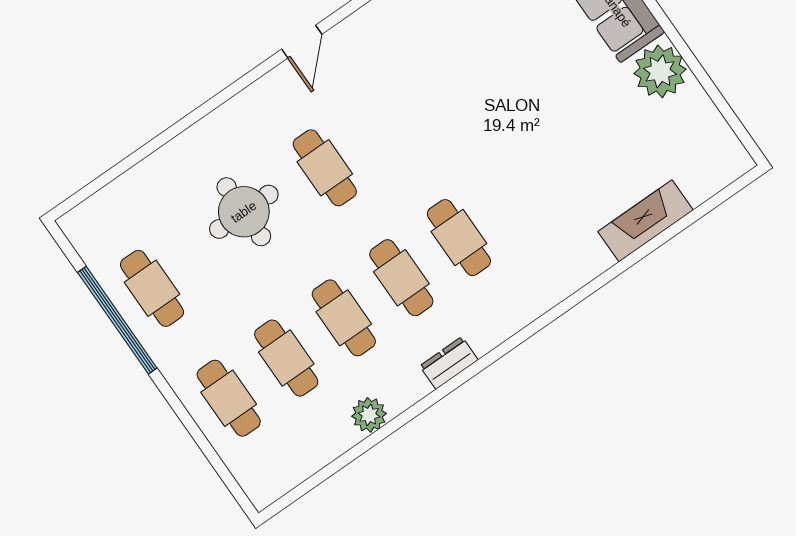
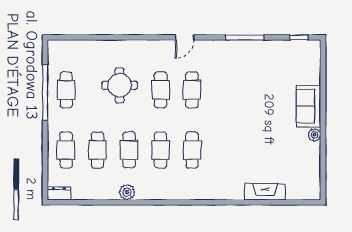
plant: (660, 71) -> (314, 135), width x0.53, depth x0.53
cafe table: (382, 128) -> (192, 90), added
dresser: (449, 363) -> (59, 194), moved
plant: (369, 415) -> (127, 192), moved

